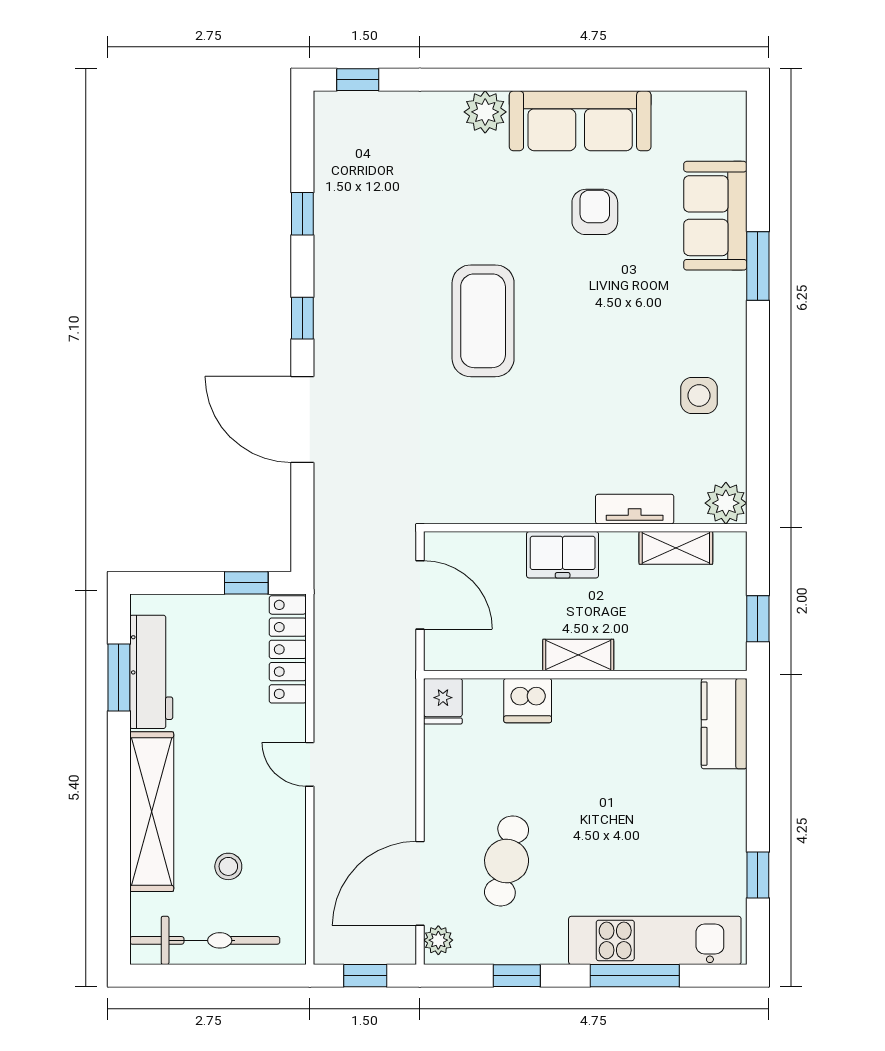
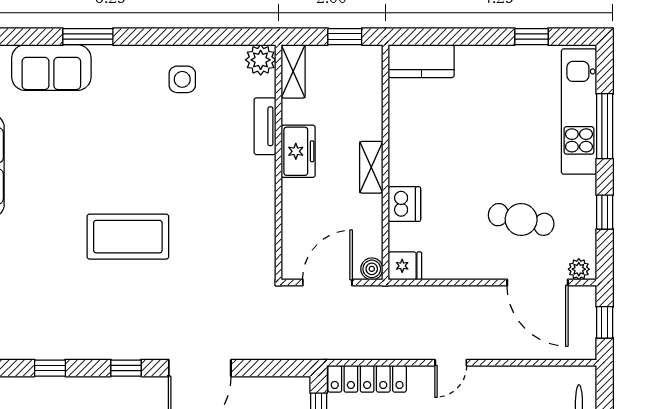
armchair: (595, 212) -> (49, 155), removed
shelving: (676, 548) -> (293, 71), moved
freezer: (563, 555) -> (298, 151), moved
boiler: (439, 656) -> (372, 269), added

